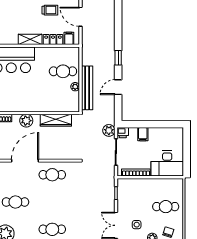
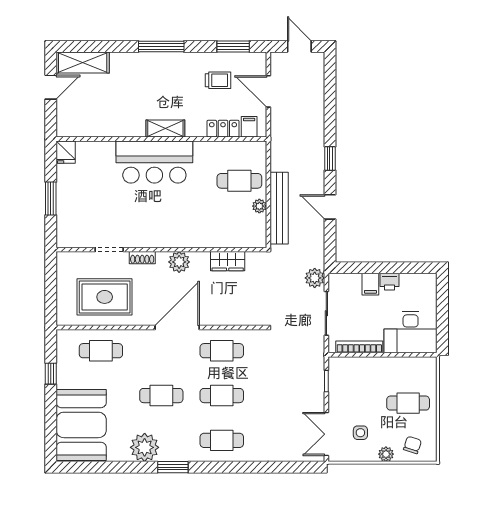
shelving: (30, 39) -> (165, 128), moved
door: (118, 87) -> (330, 207), hinge flipped
wardrobe: (56, 120) -> (228, 261), width x0.67
printer: (123, 133) -> (389, 282), moved
cafe table: (52, 202) -> (222, 396), added

